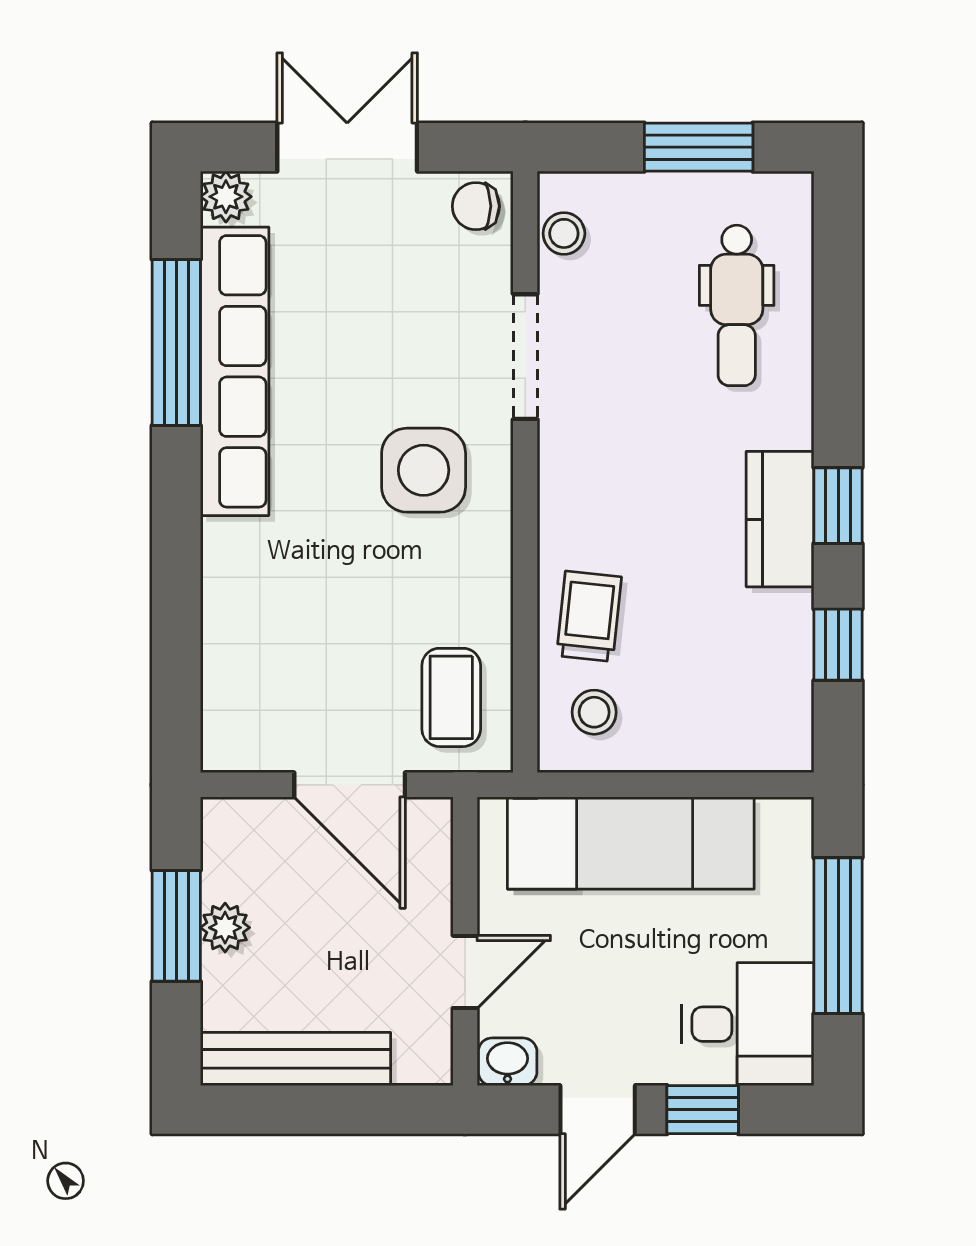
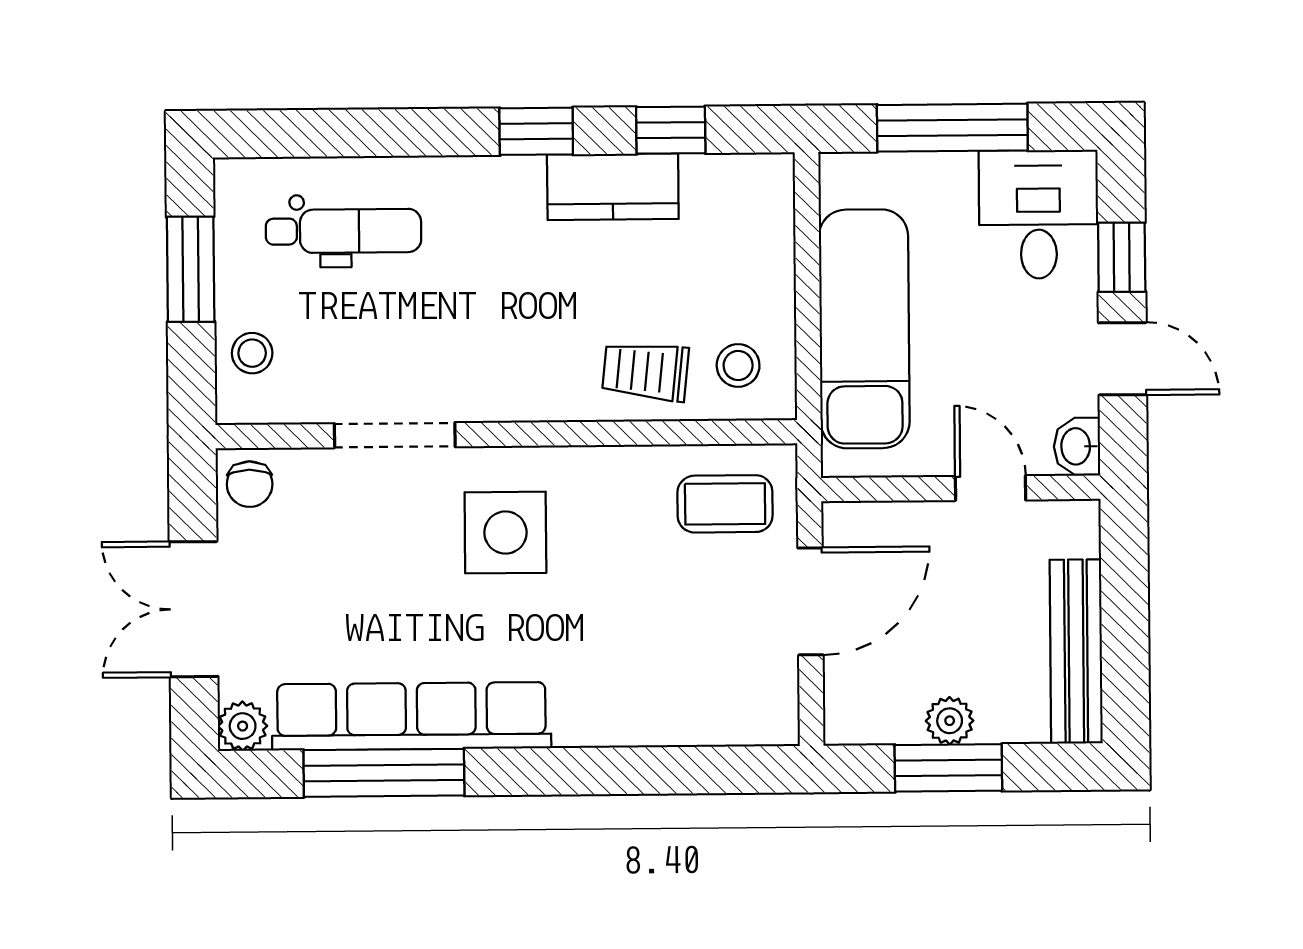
stool: (564, 233) -> (252, 353), moved
kitchen counter: (780, 519) -> (613, 187), moved

